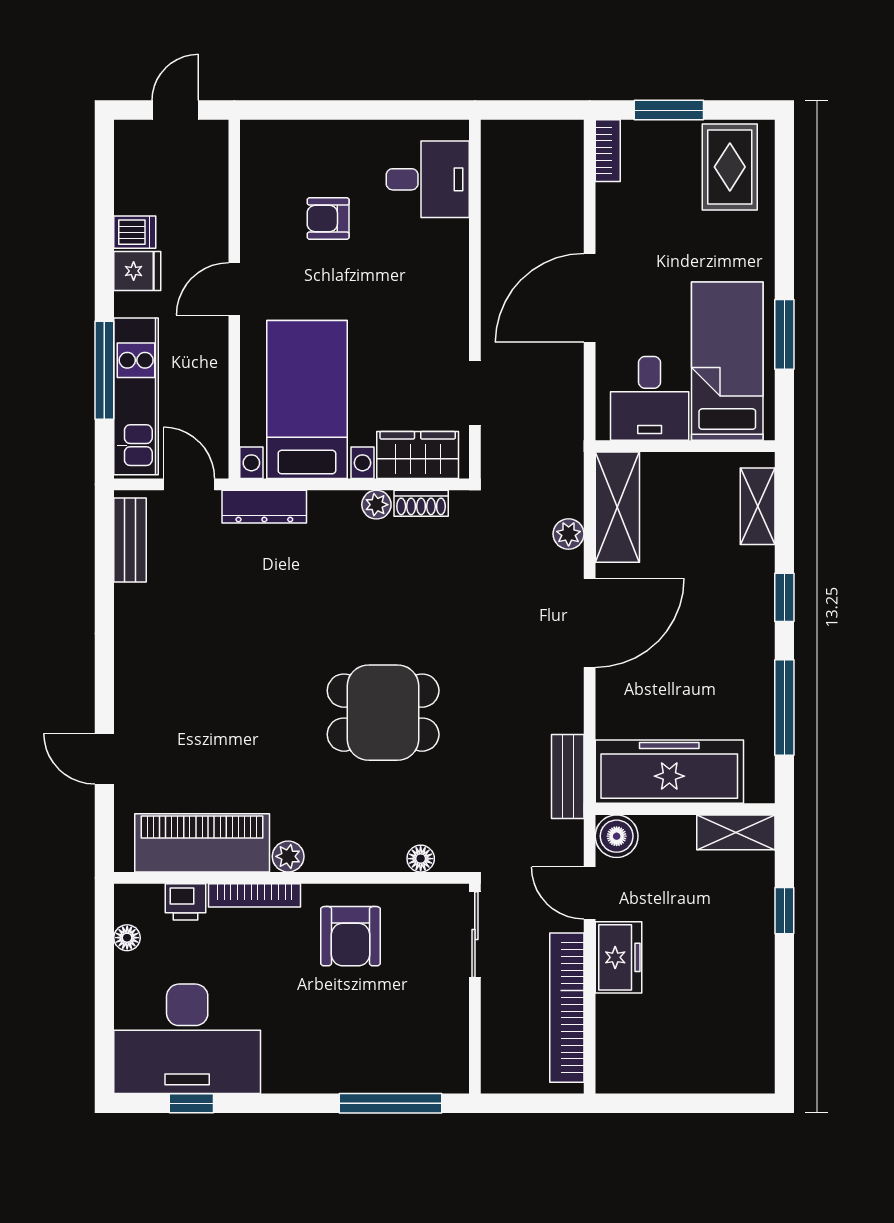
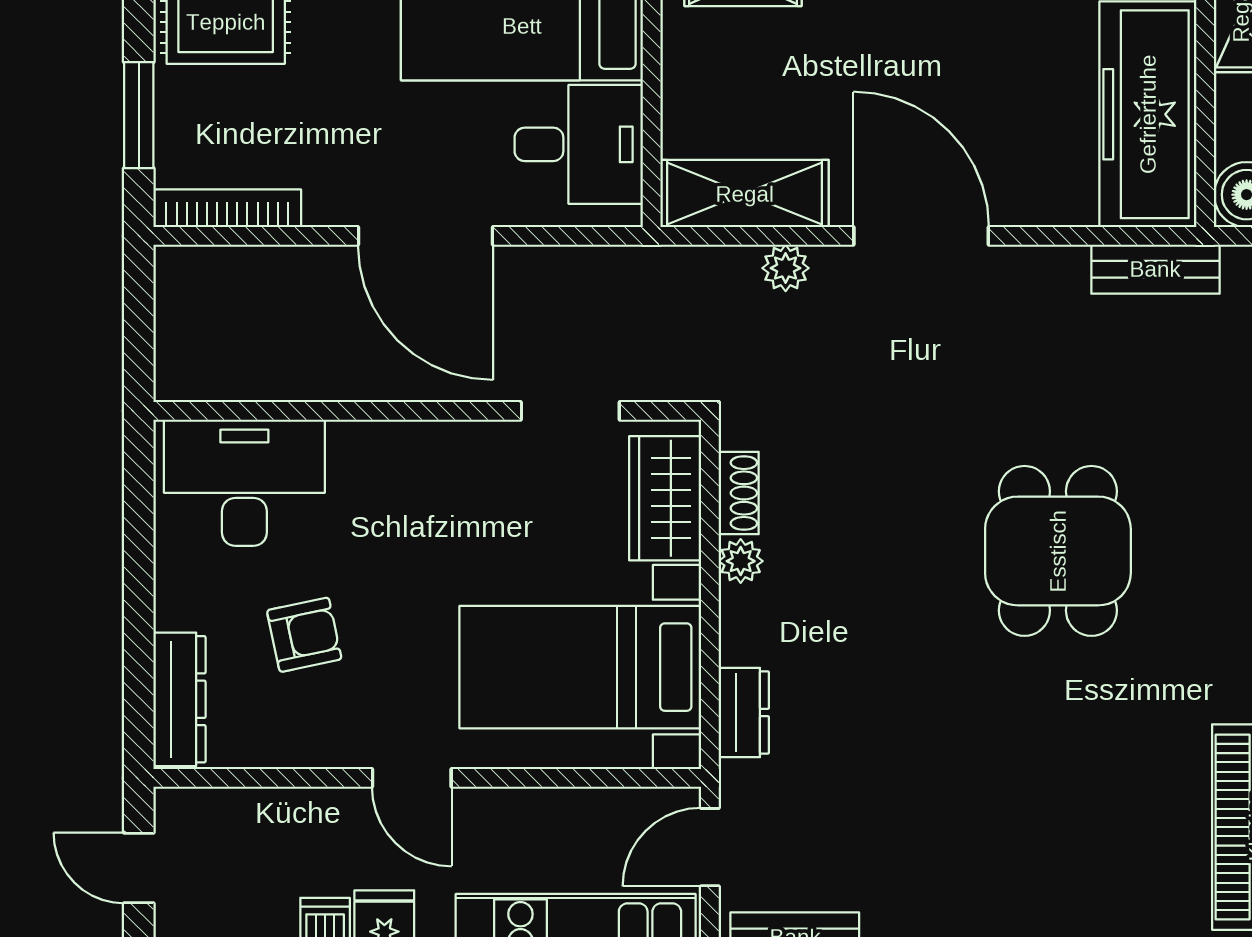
dresser: (286, 137) -> (179, 699), added
bookcase: (608, 151) -> (227, 208), width x1.56
desk: (428, 179) -> (244, 483), width x1.37
armchair: (328, 219) -> (304, 635), turned -102
dresser: (264, 507) -> (744, 712), width x0.70

